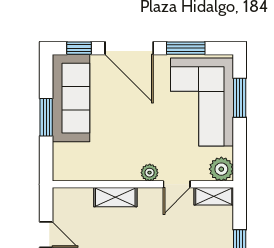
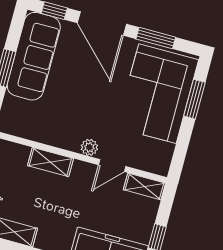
plant: (221, 169) -> (159, 162), removed

